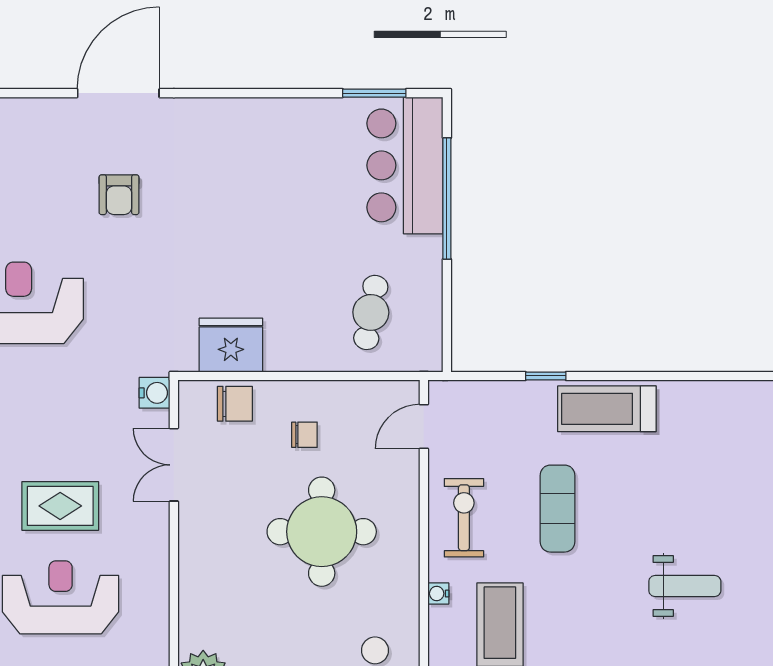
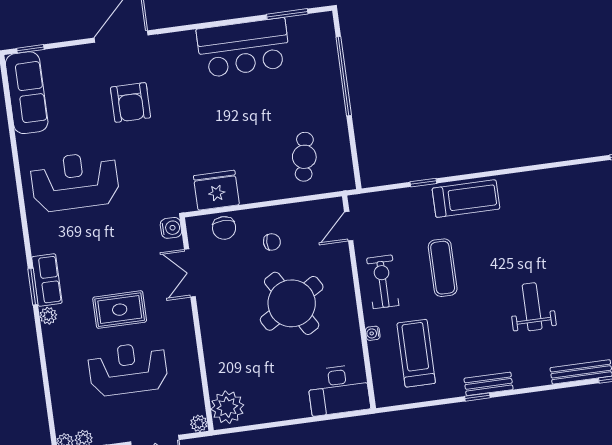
bar counter: (405, 165) -> (243, 48), moved, turned -90
armchair: (119, 195) -> (131, 102), width x1.38, depth x1.38
chair: (235, 404) -> (224, 228), turned 90
treadmill: (607, 409) -> (466, 199), turned 180
round table: (322, 532) -> (292, 303), turned -31
weight bench: (685, 586) -> (532, 307), turned -90

